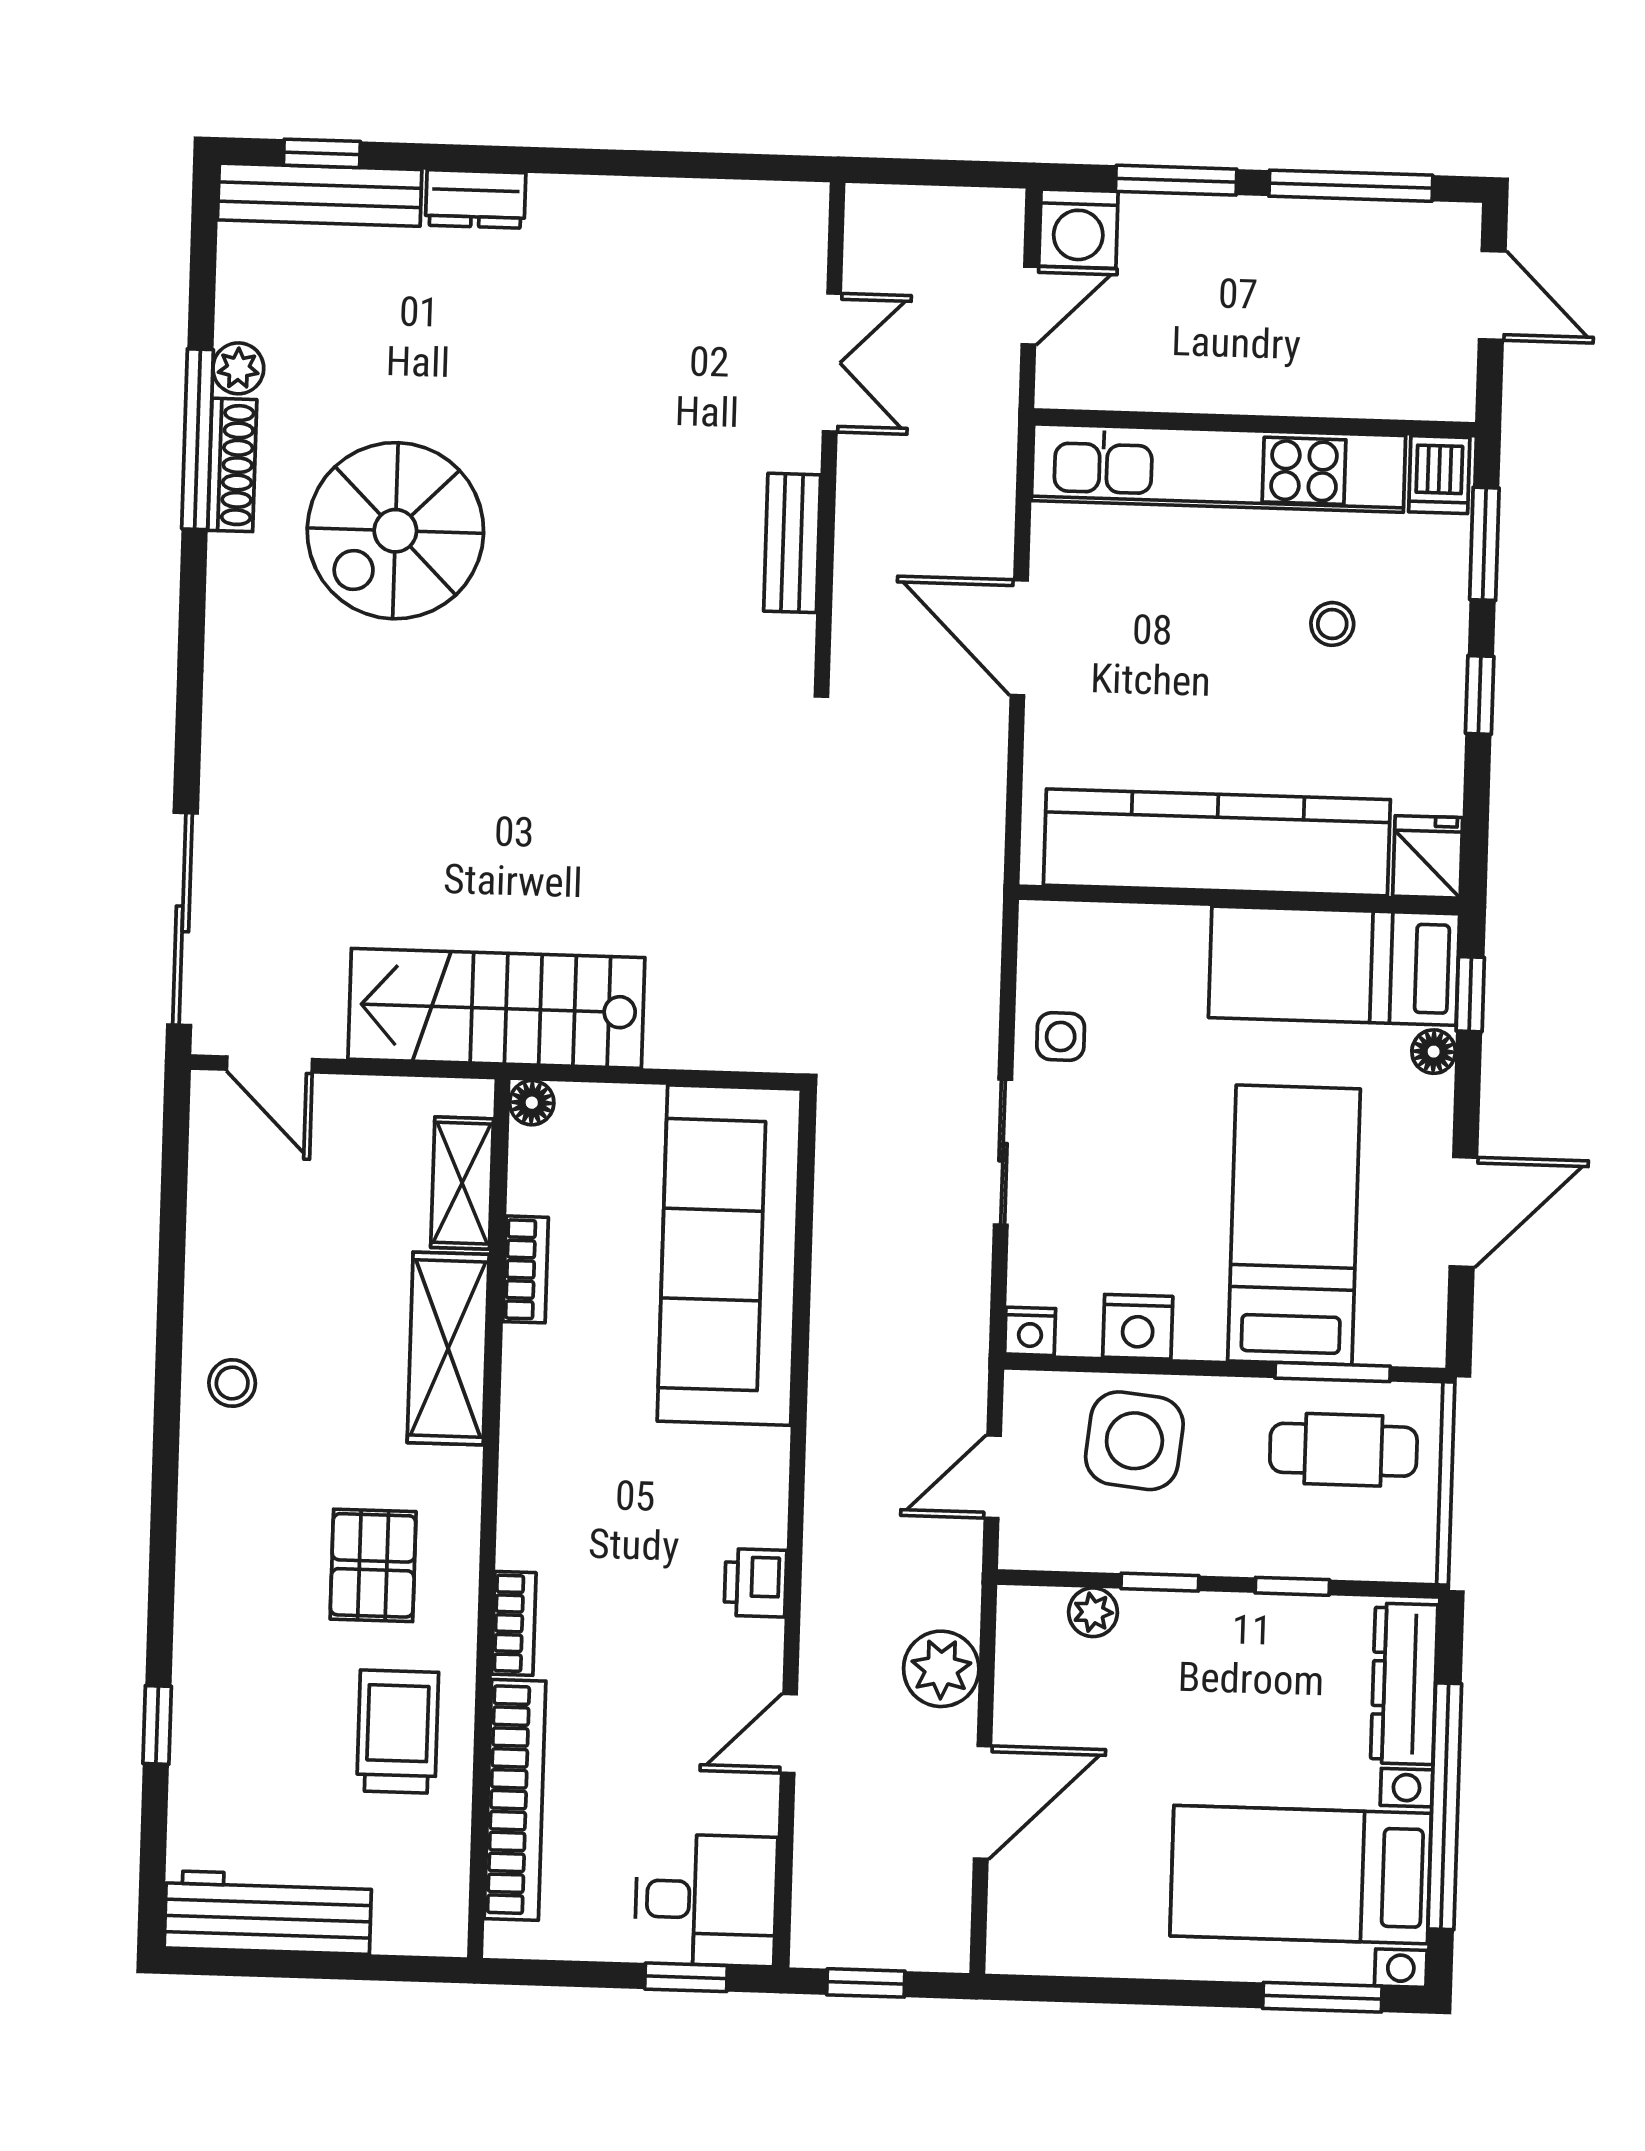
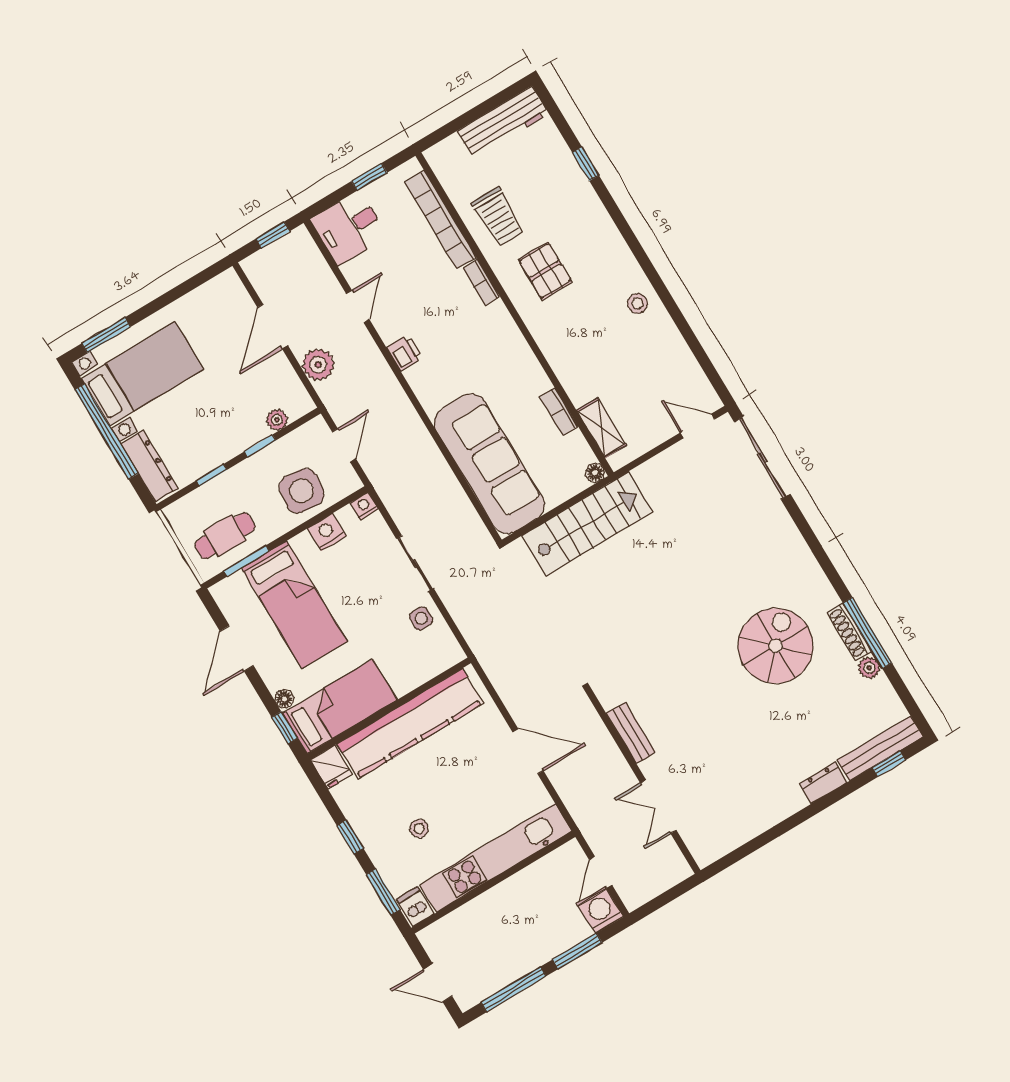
stairs: (496, 1008) -> (587, 524), moved
shelving: (448, 1348) -> (568, 366), removed
window: (686, 1977) -> (369, 177), moved

